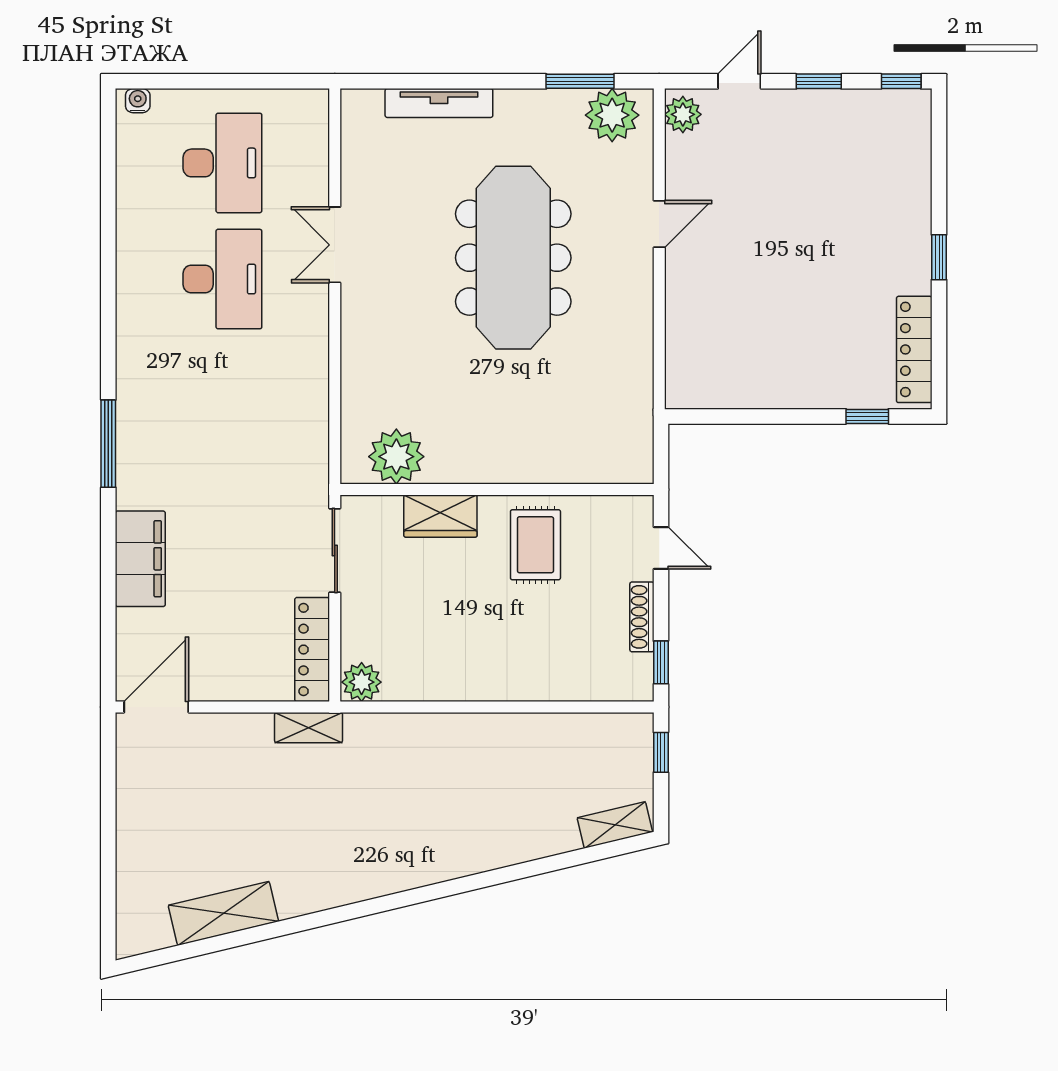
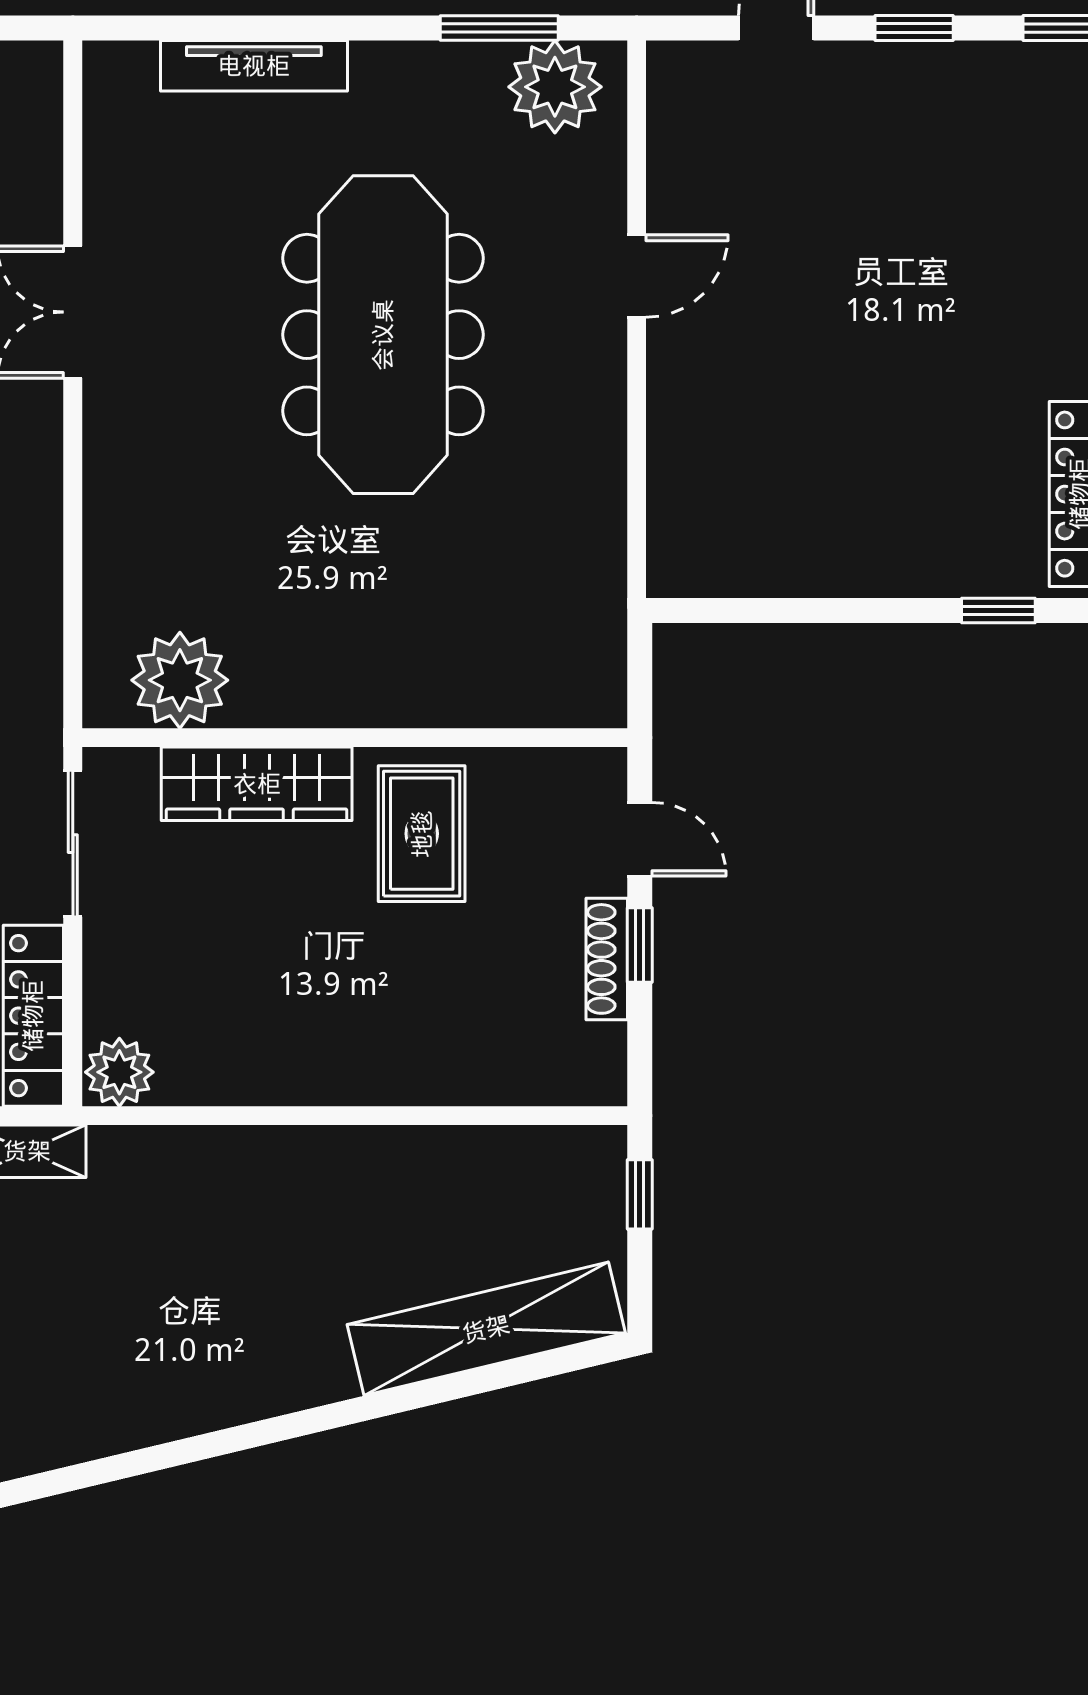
plant: (683, 114) -> (678, 86), removed
wardrobe: (440, 516) -> (257, 784), width x1.50
window: (661, 662) -> (640, 945), moved
shelving: (615, 825) -> (486, 1329), width x2.20, depth x1.33

